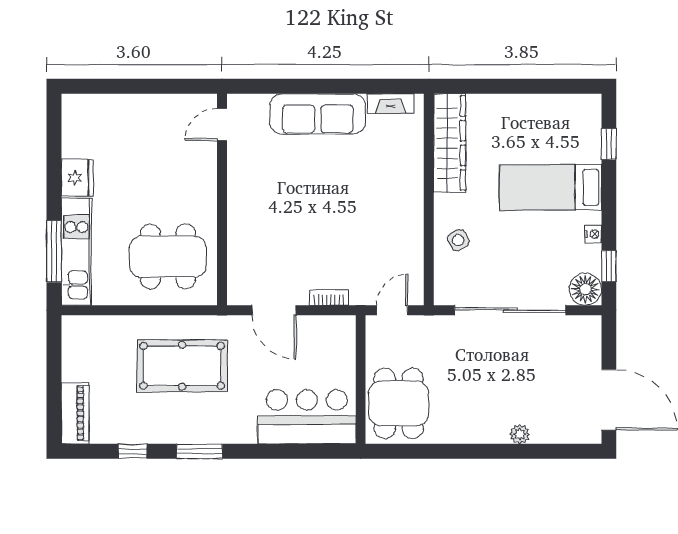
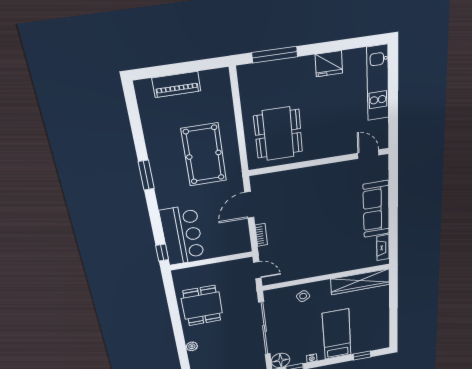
kitchen unit: (76, 252) -> (378, 83), moved, turned 90
dining table: (399, 403) -> (202, 306), moved, turned 90
piano: (75, 413) -> (176, 84), moved
window: (132, 451) -> (162, 253), moved

